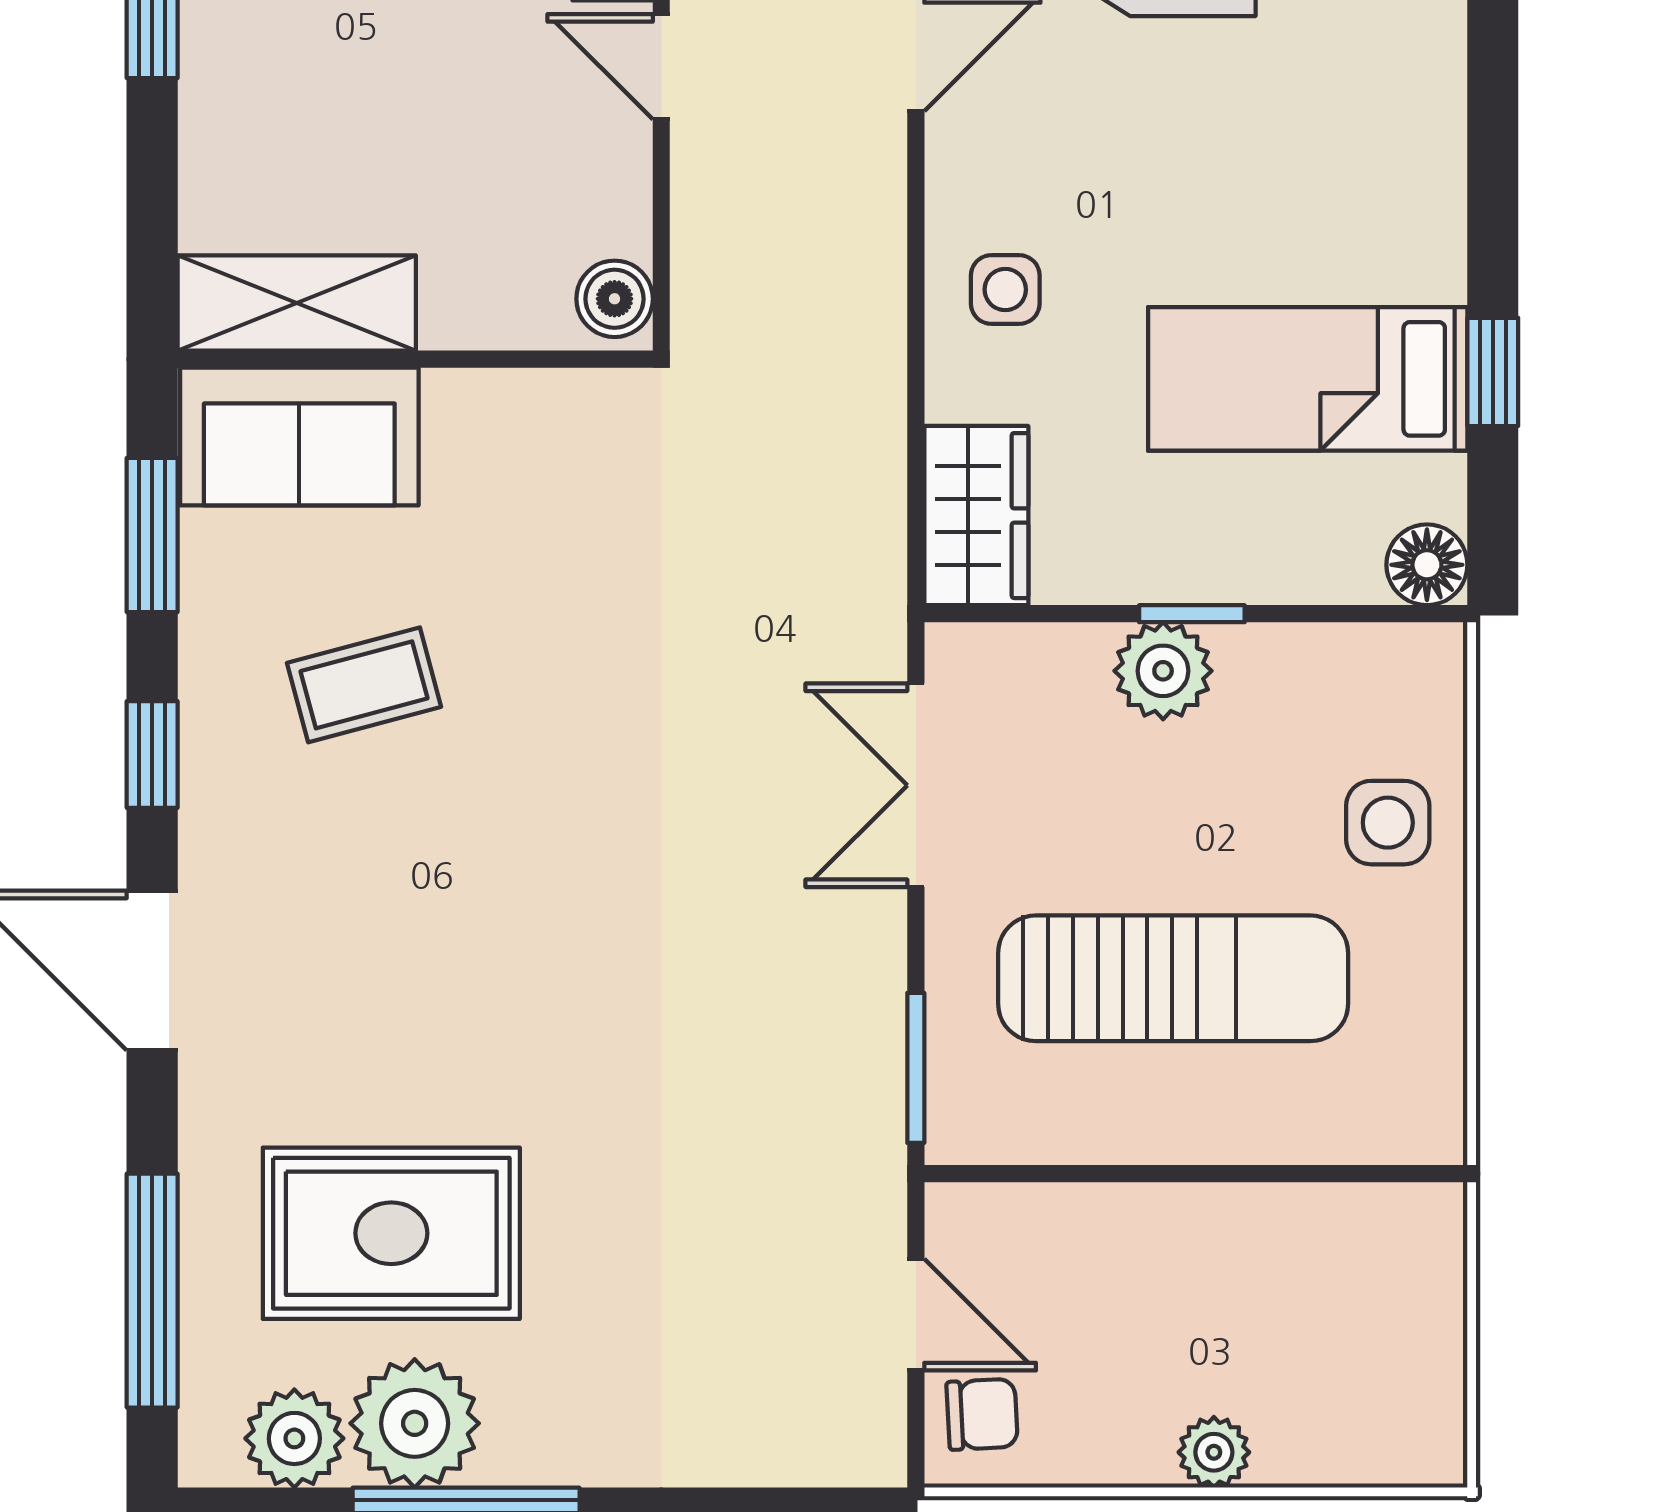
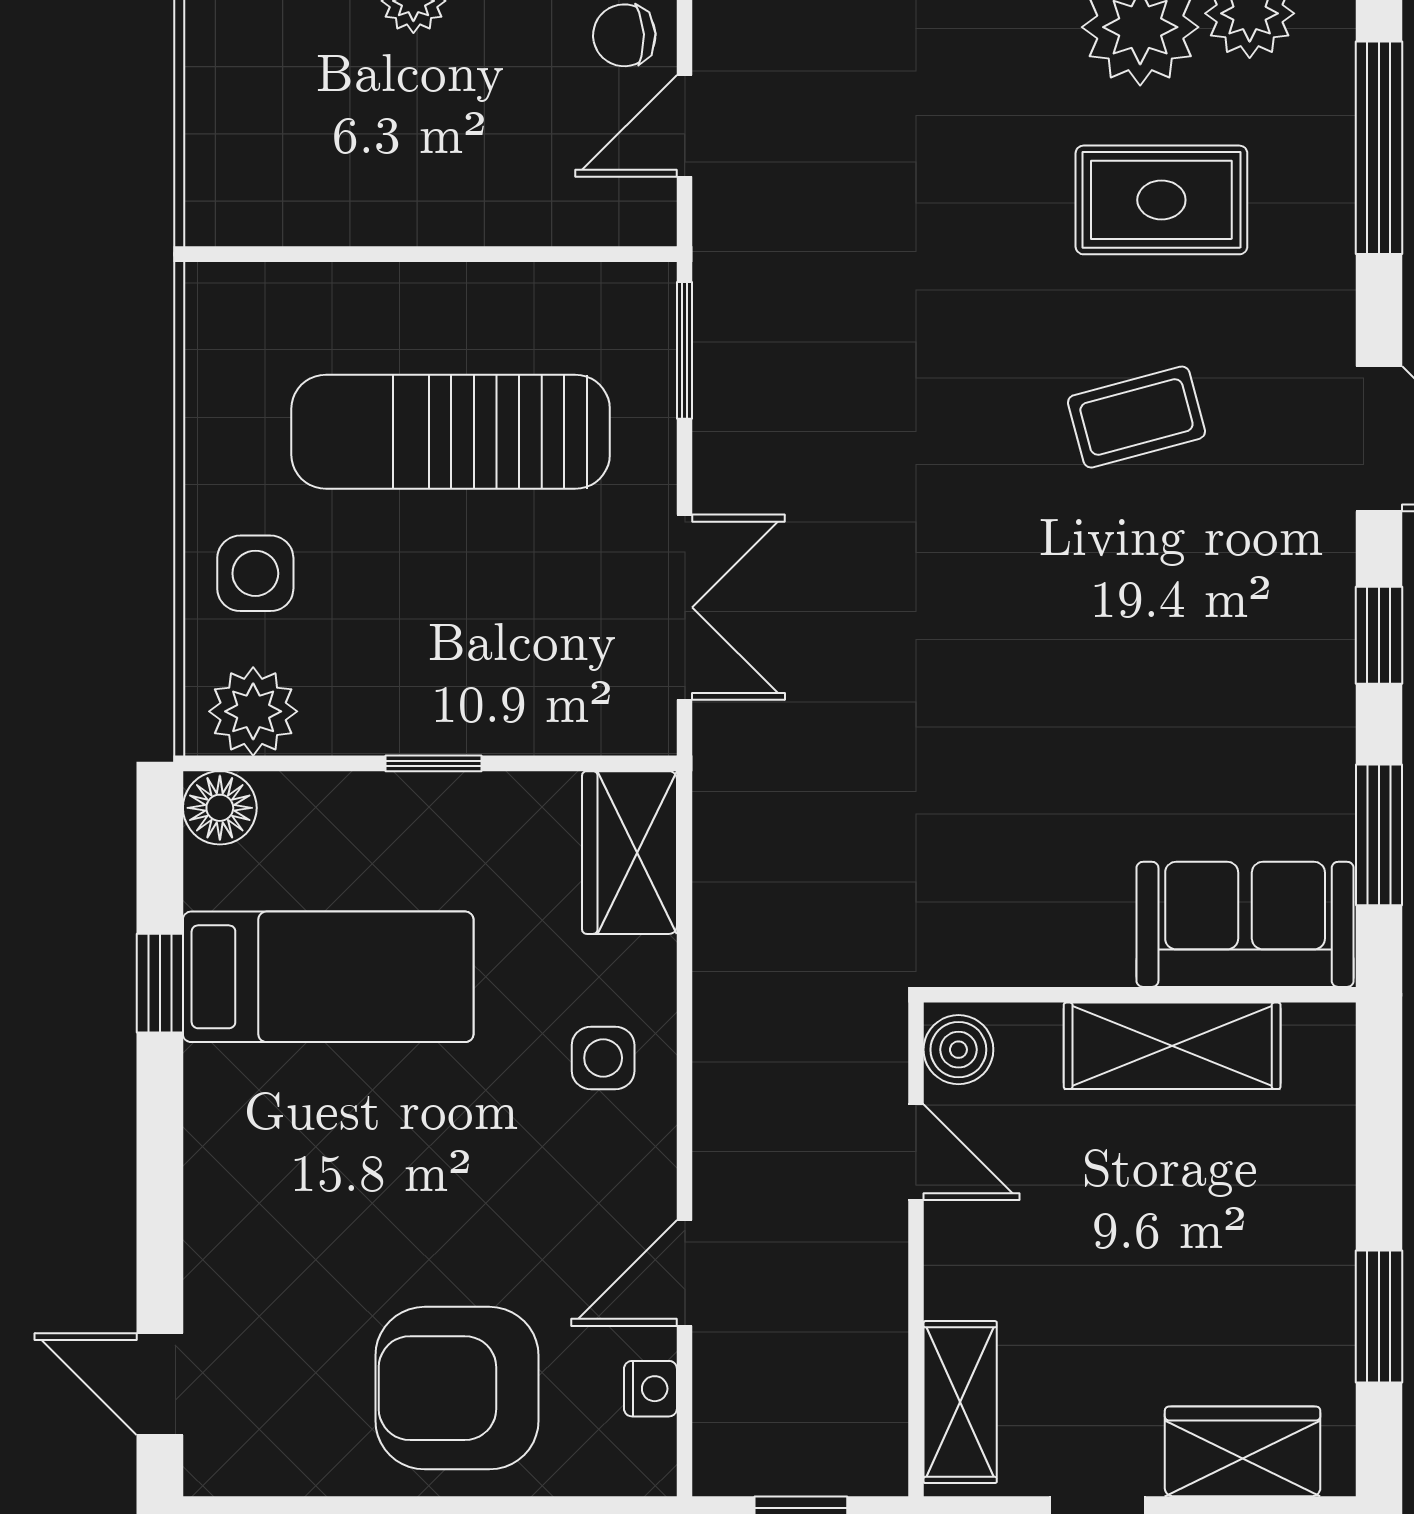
door: (661, 67) -> (916, 1152), moved
shelving: (297, 303) -> (1172, 1046), moved
plant: (1163, 671) -> (253, 711), moved
coffee table: (364, 685) -> (1136, 417), moved
rug: (391, 1233) -> (1161, 200), width x0.73, depth x0.70
door: (916, 1315) -> (685, 126), hinge flipped

